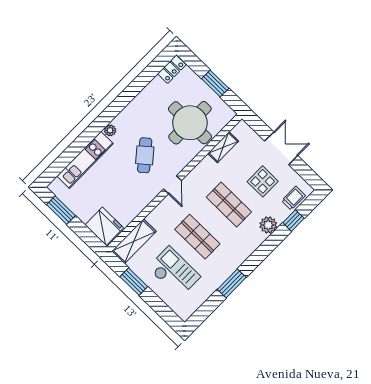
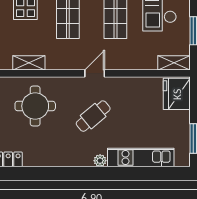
round table: (190, 123) -> (35, 106), width x0.73, depth x0.73
shelving: (134, 241) -> (174, 63), width x0.67, depth x0.75

